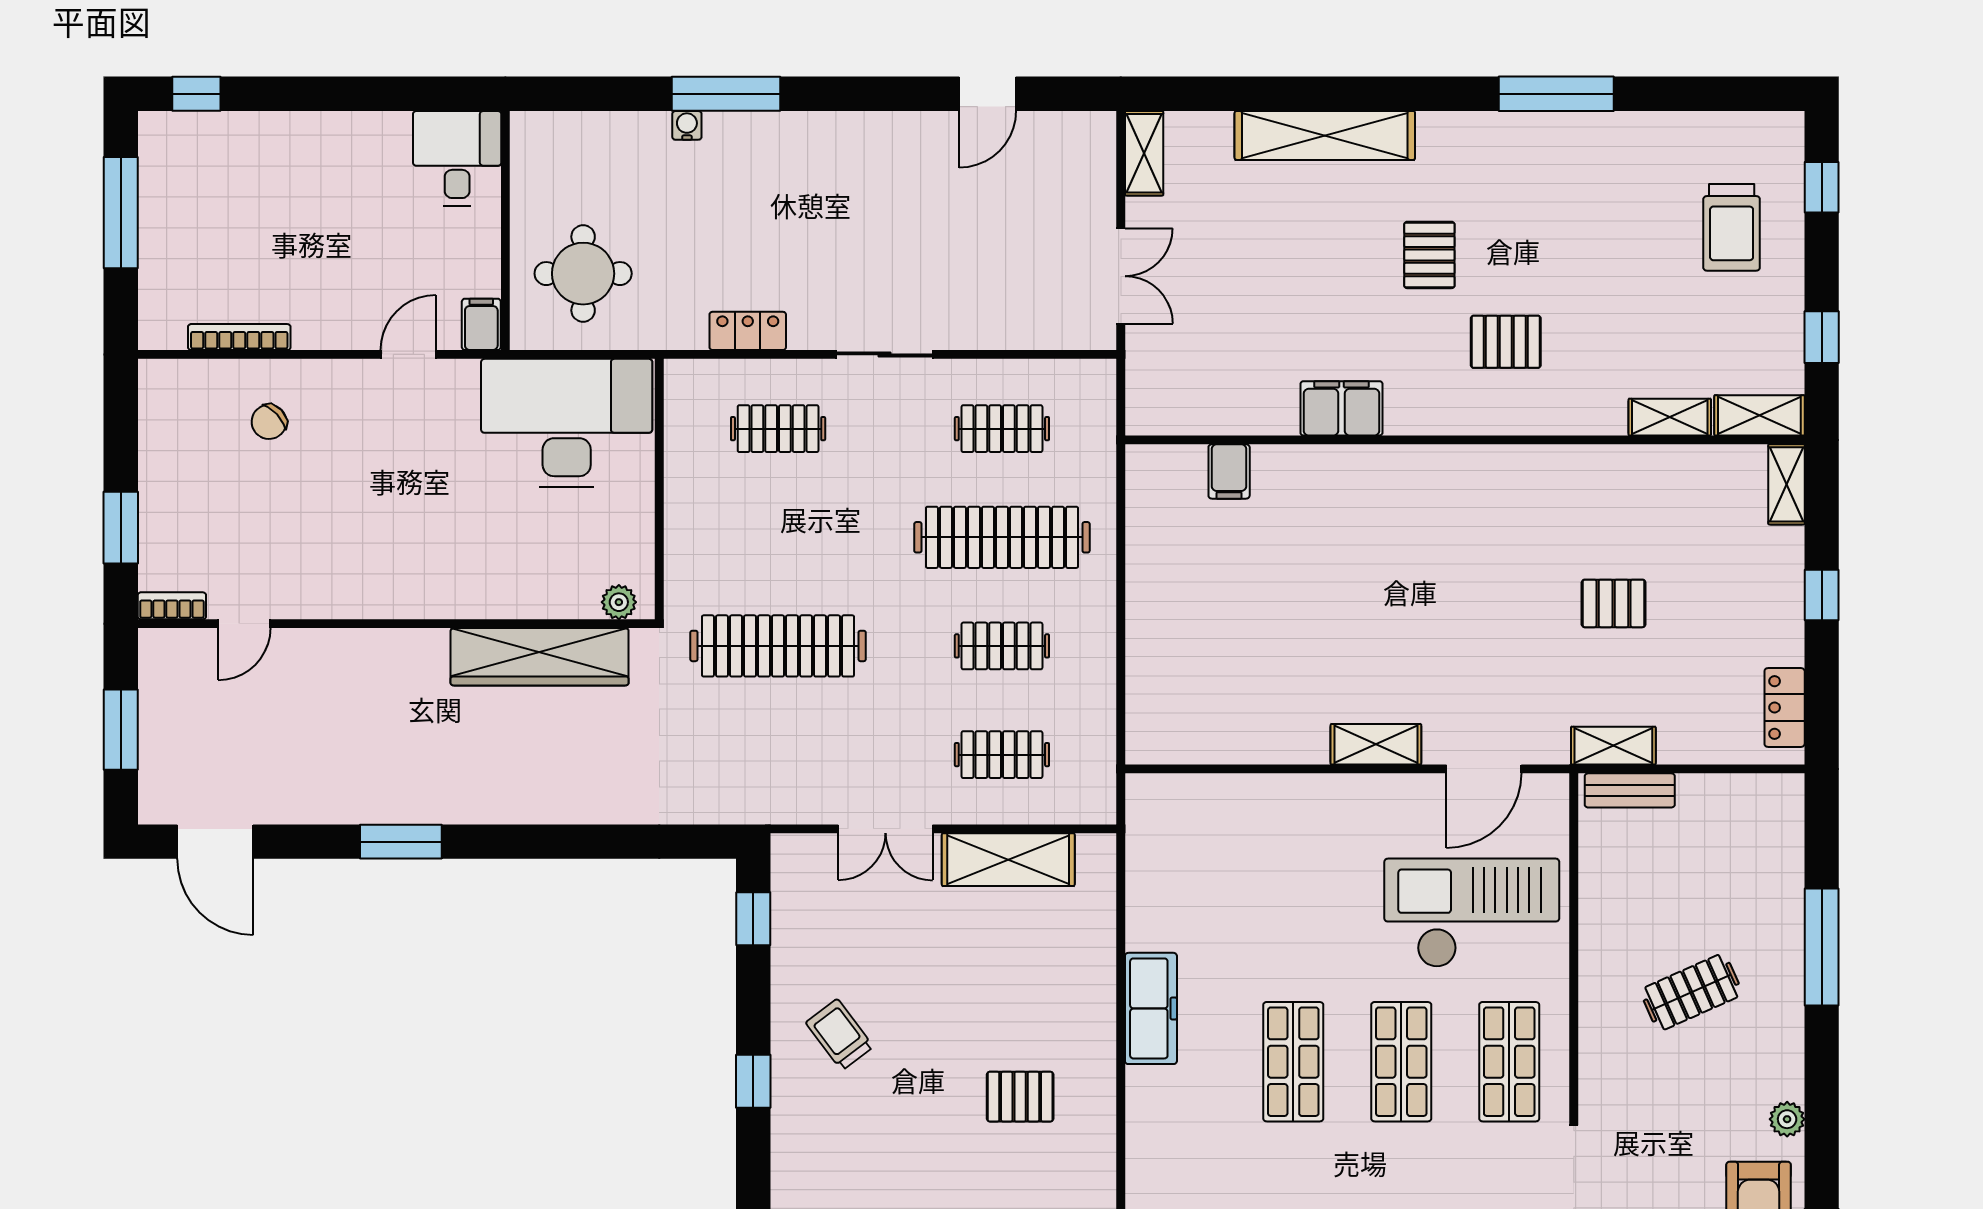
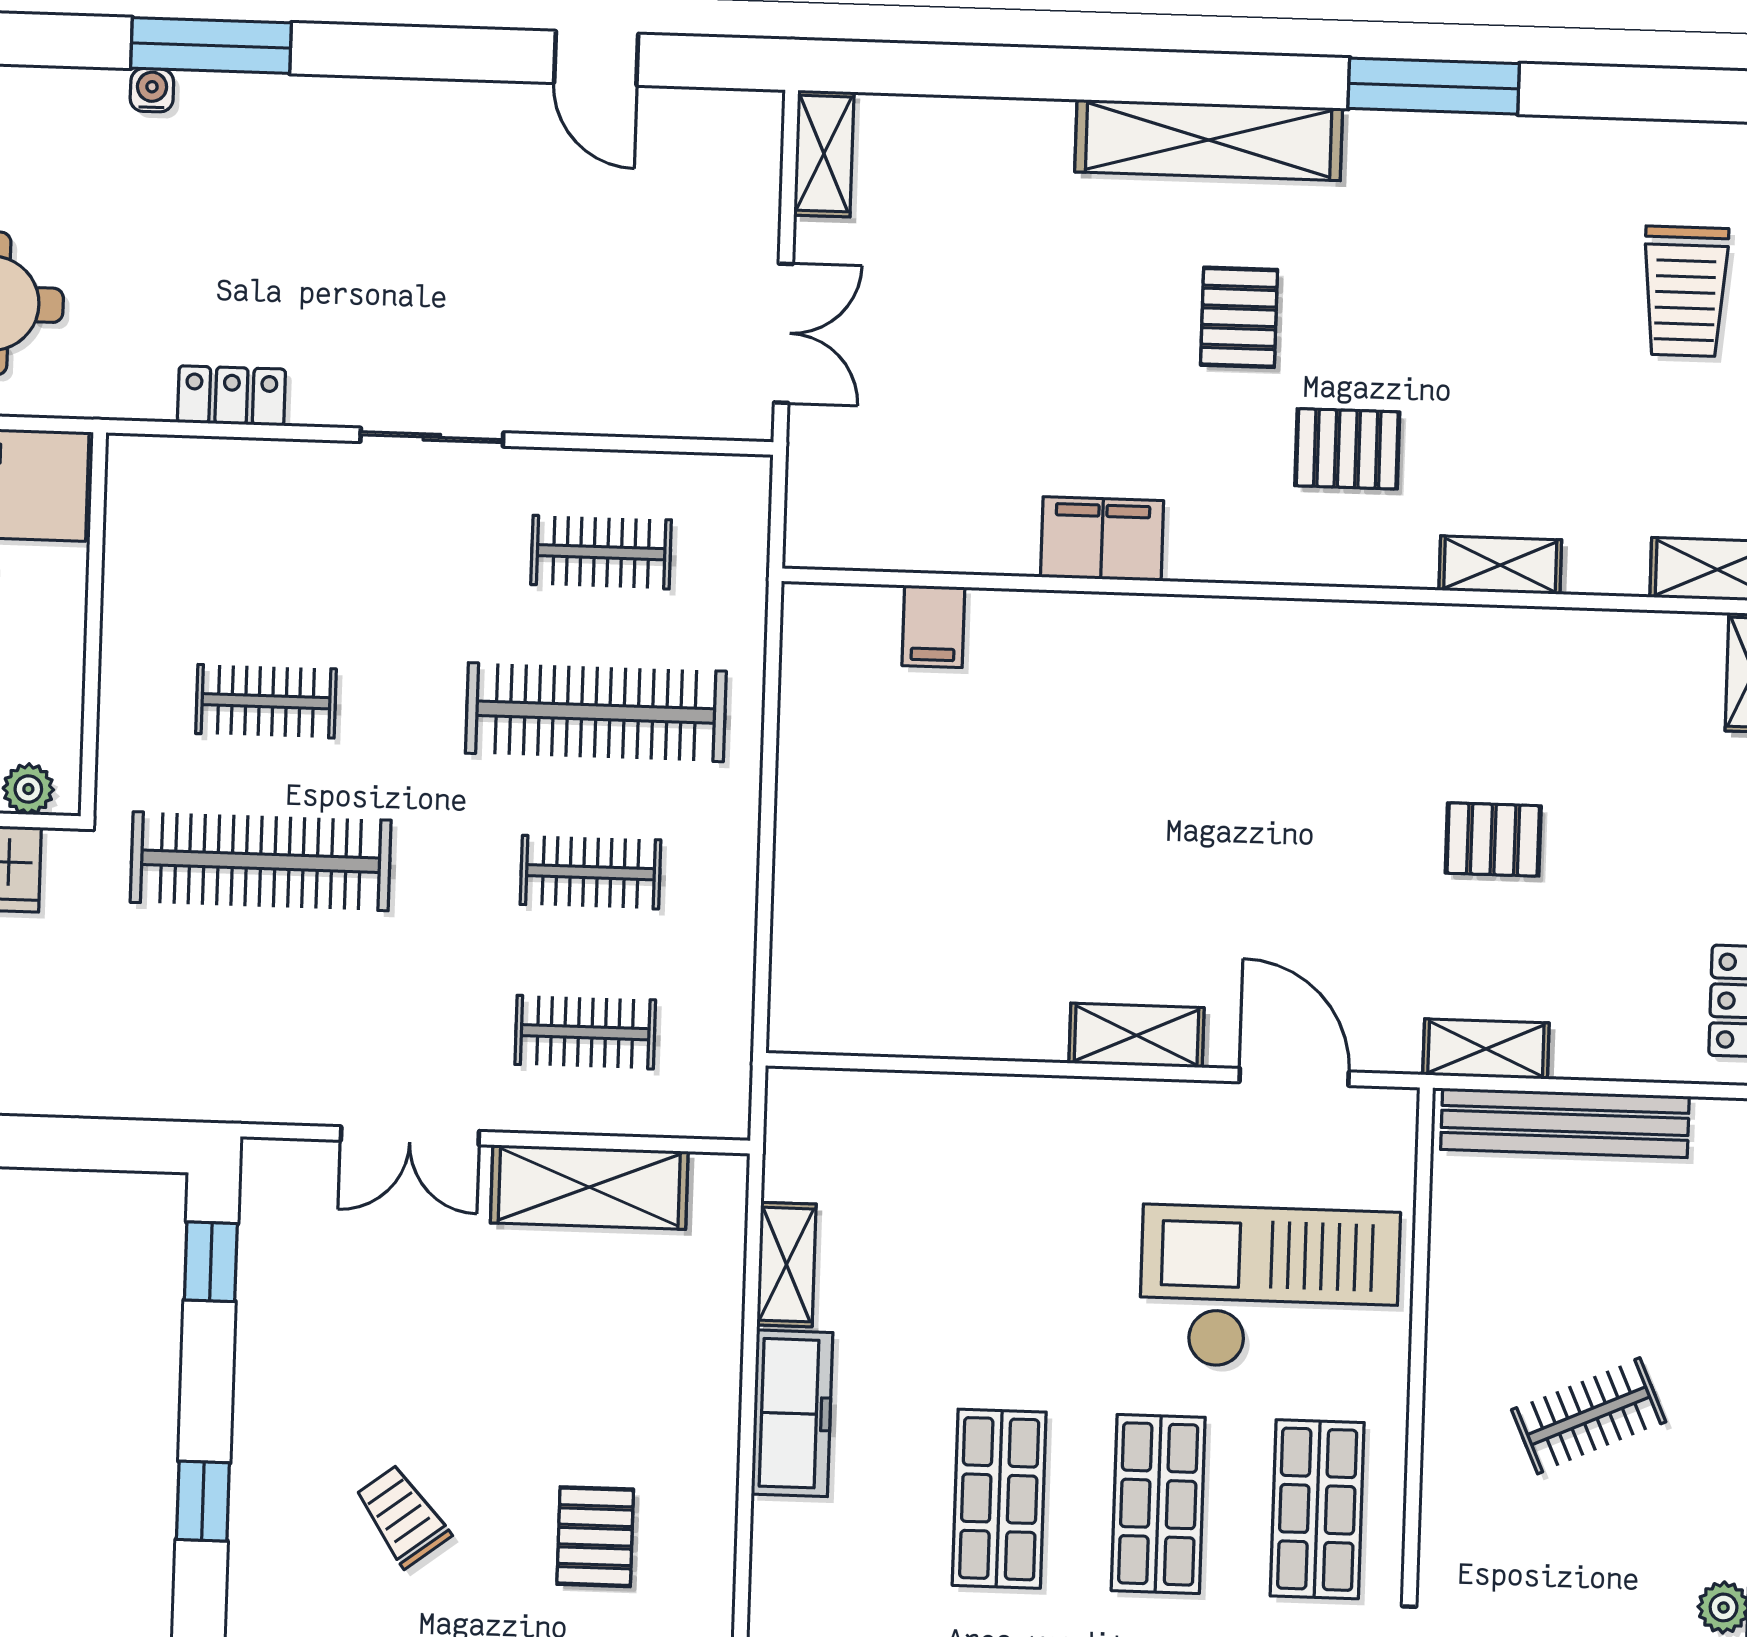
door: (988, 94) -> (596, 58), hinge flipped
shelving: (1325, 135) -> (1209, 140), moved
shelving: (1670, 417) -> (1500, 565), moved
clothes rail: (778, 429) -> (266, 701), moved
door: (1484, 769) -> (1294, 1077), swing flipped
bench: (1630, 790) -> (1565, 1123), width x1.86, depth x1.21
shelving: (1144, 908) -> (787, 1265), added
trolley: (840, 1035) -> (403, 1516), moved
pallet: (1020, 1097) -> (595, 1537), turned 90

